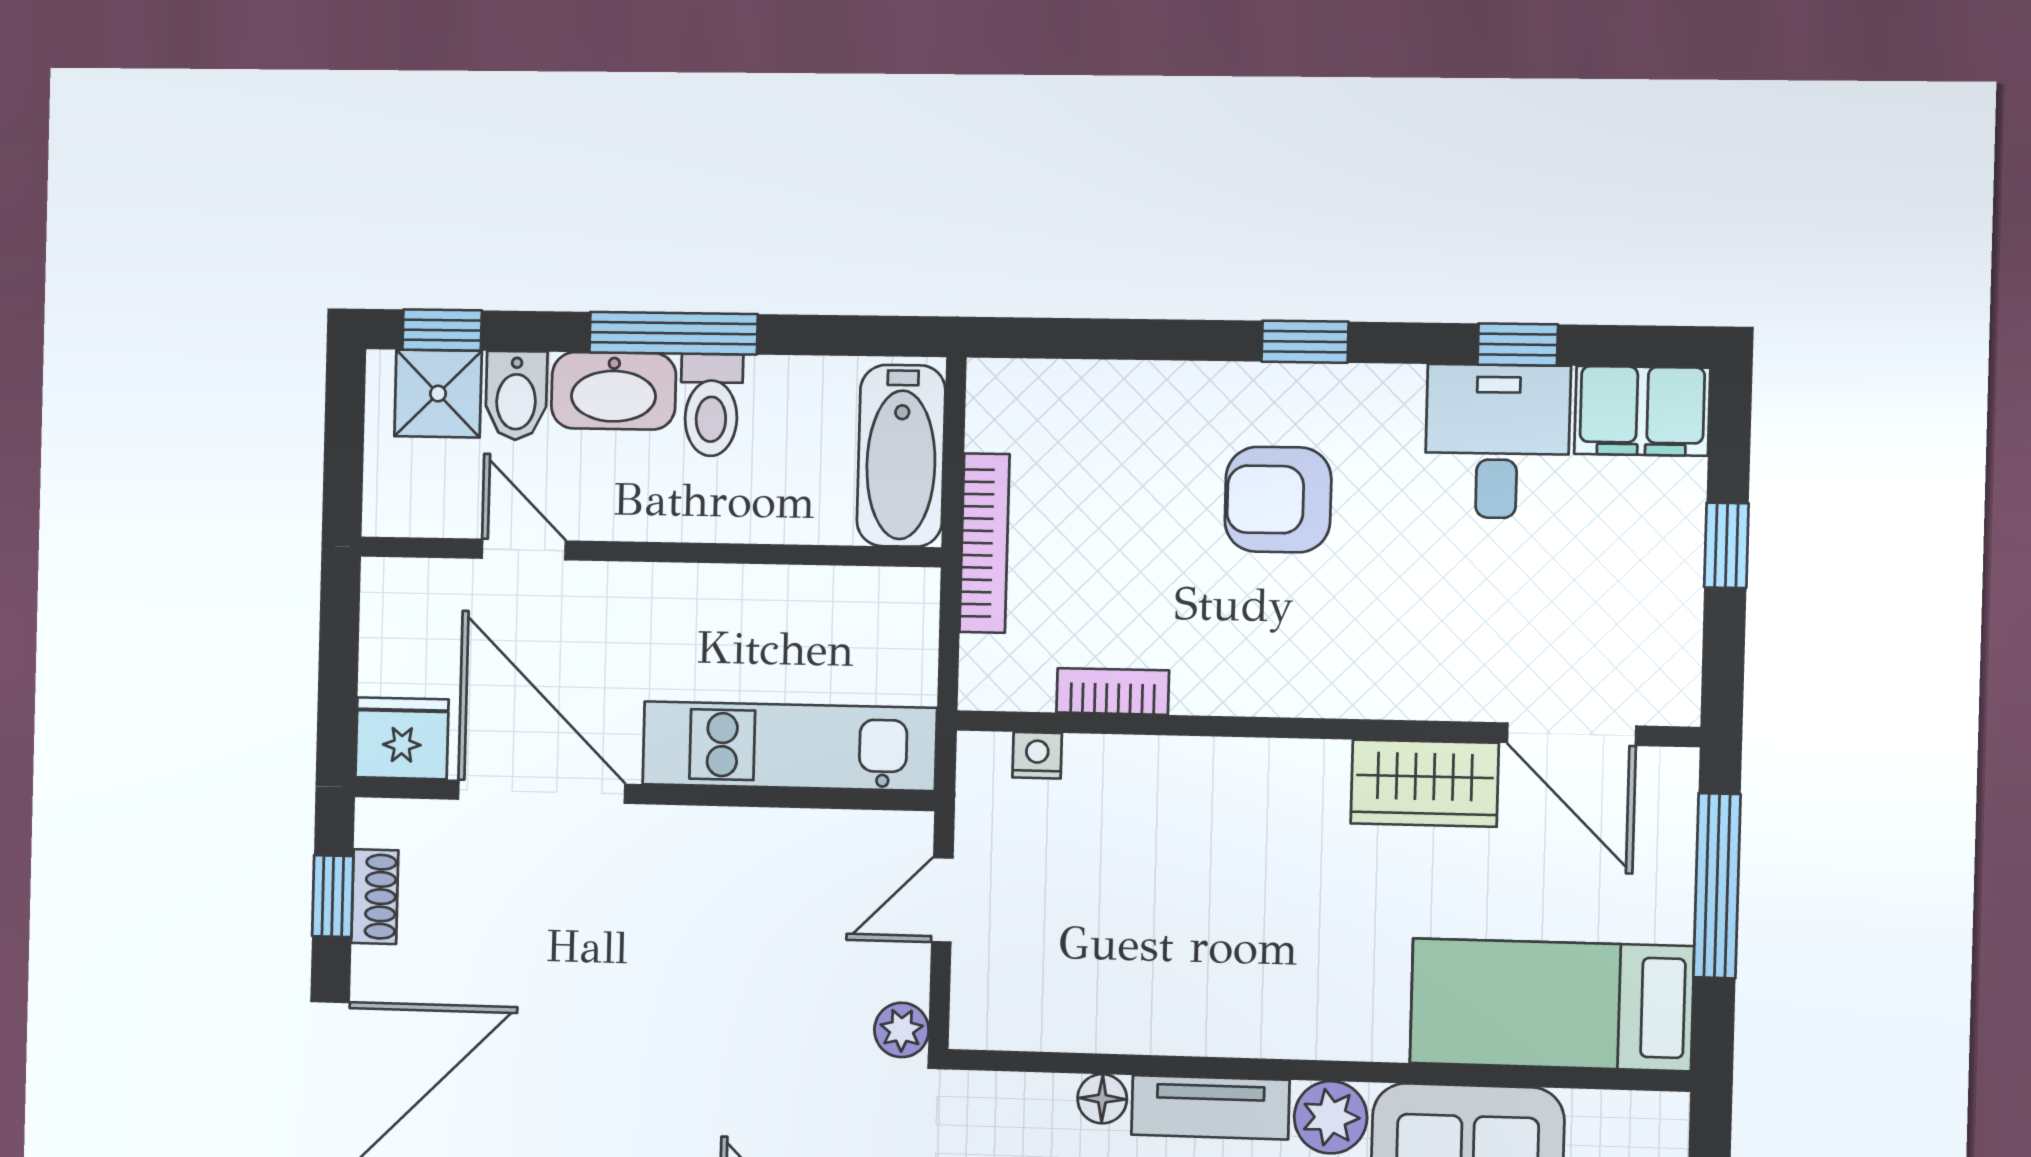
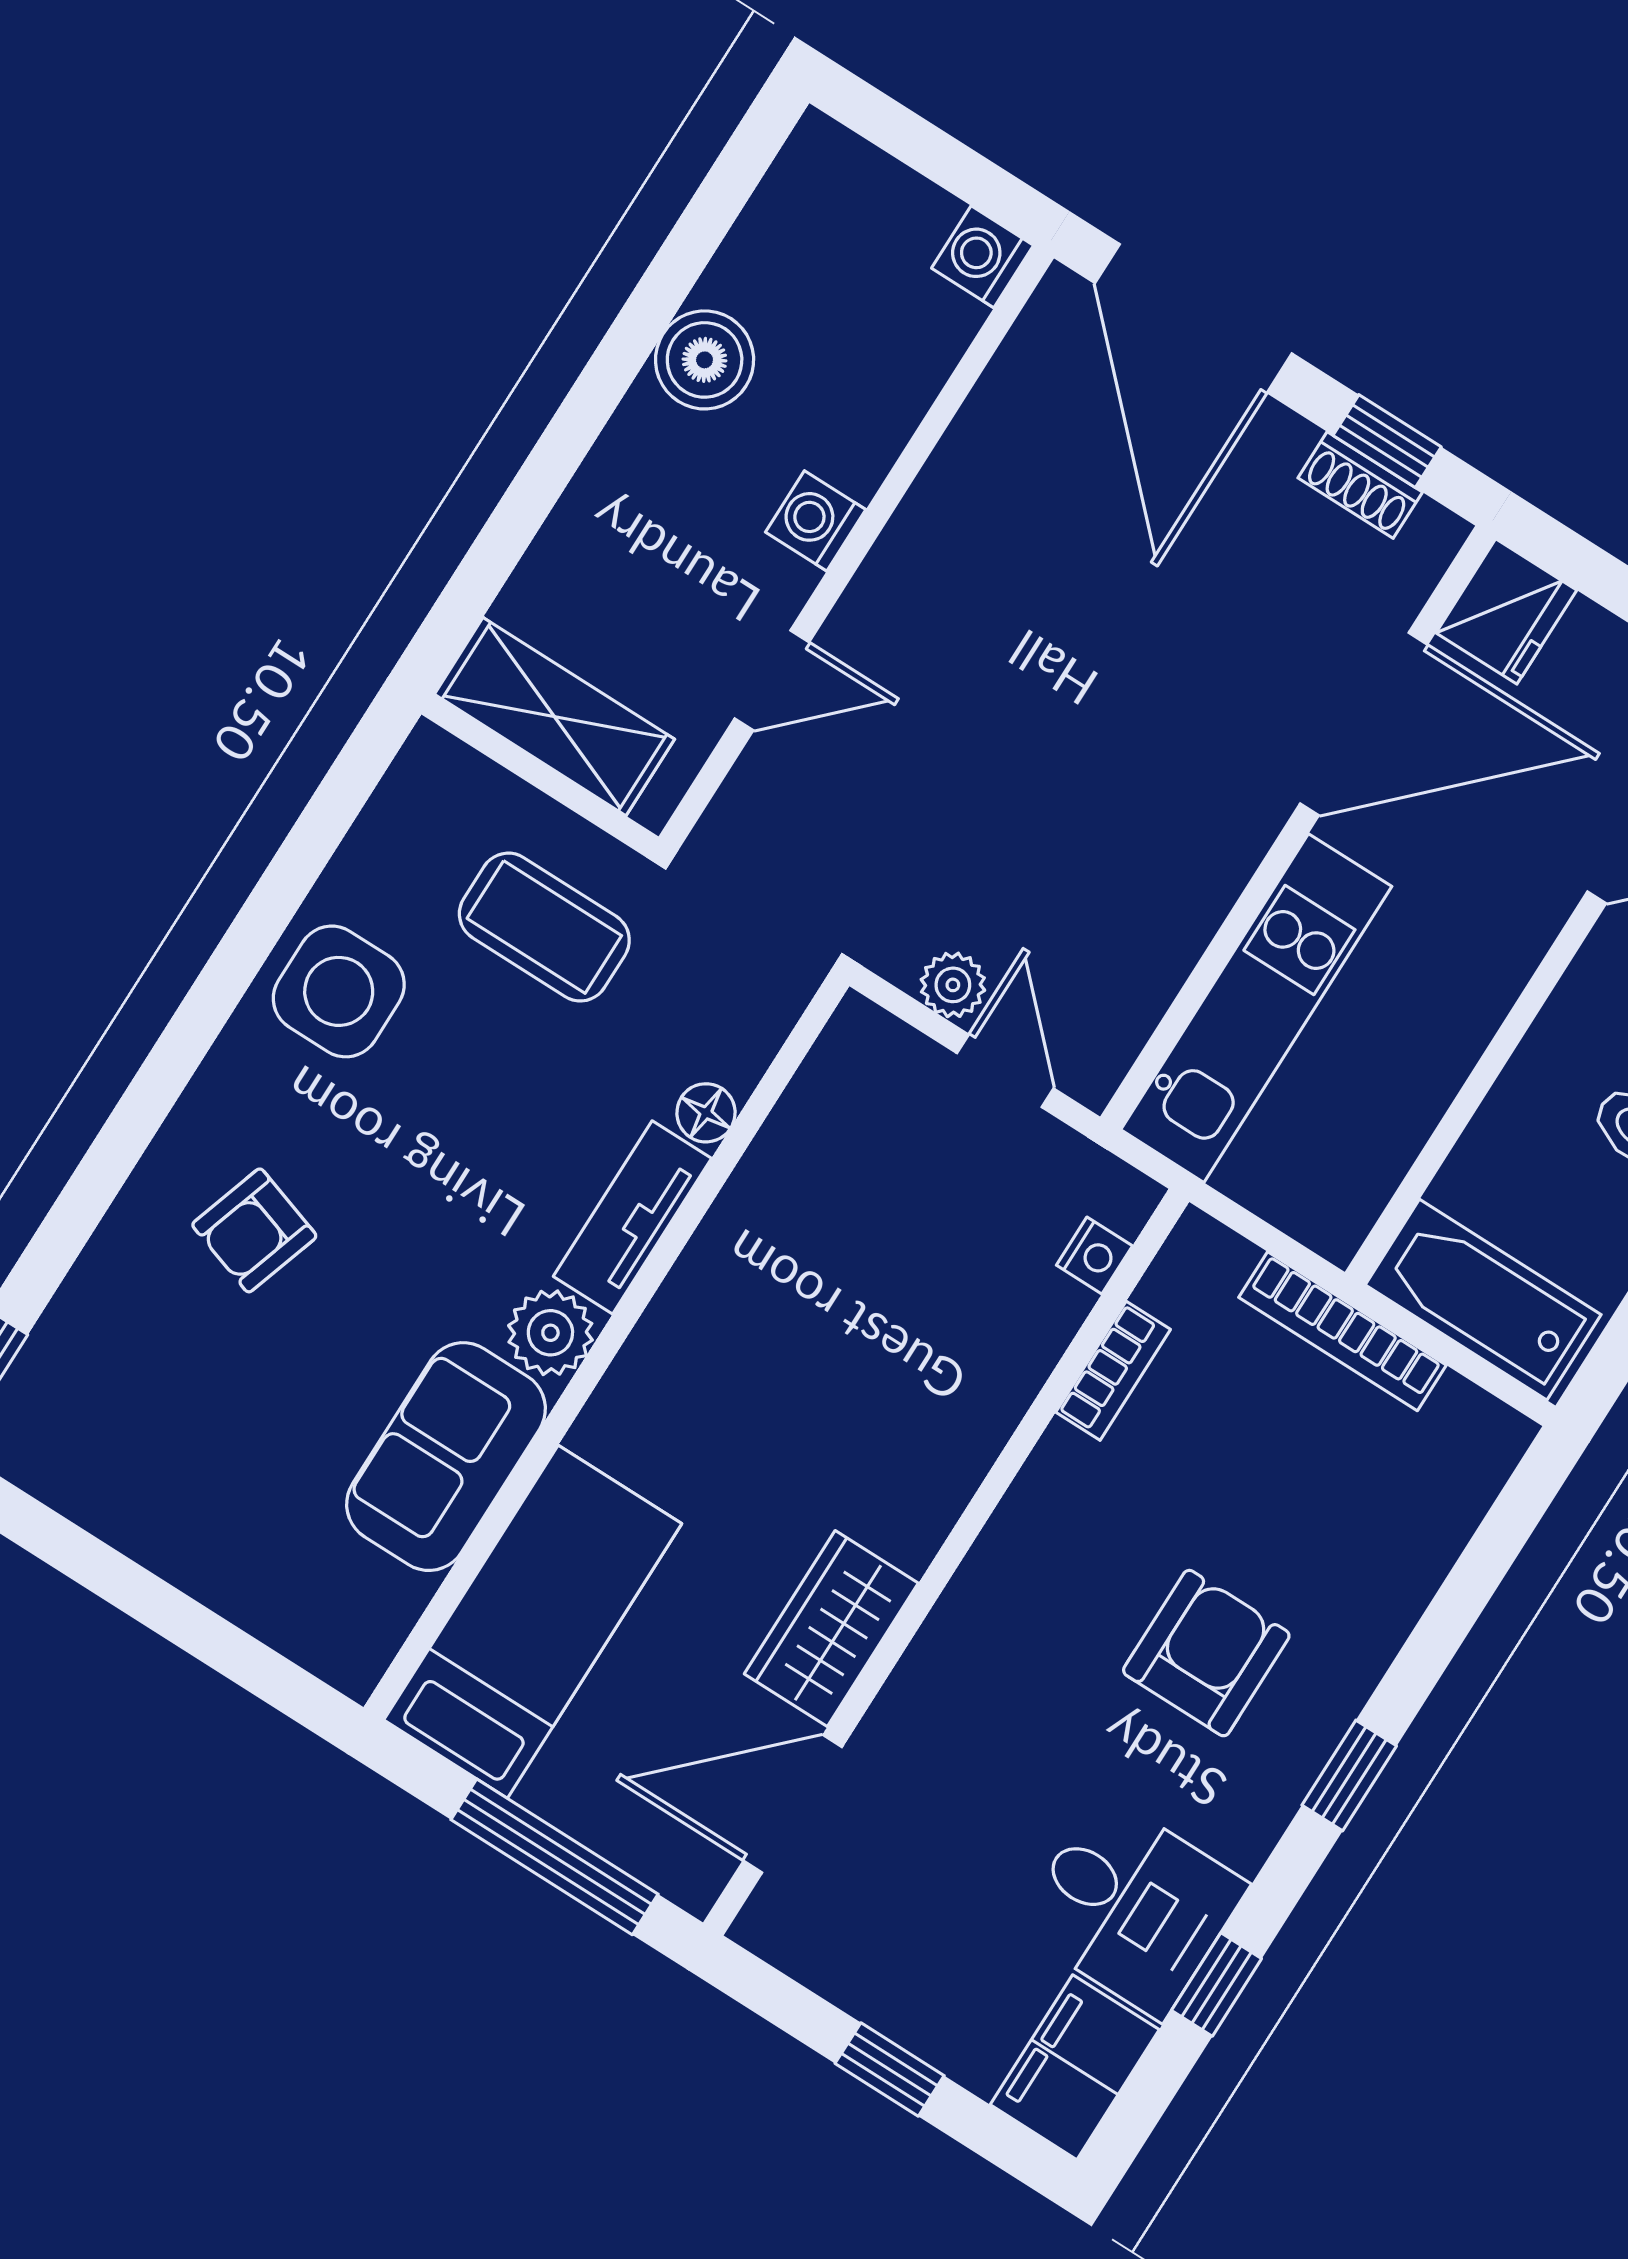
plant: (902, 1030) -> (953, 985), moved

